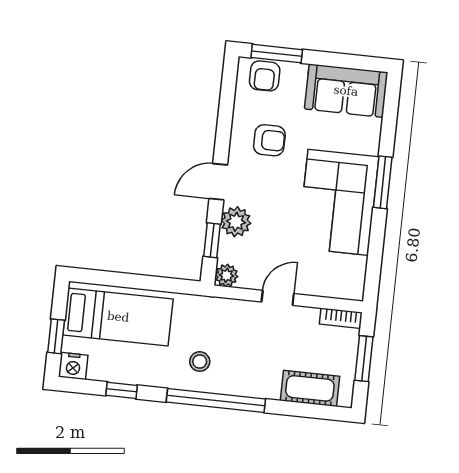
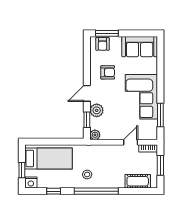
window: (383, 182) -> (160, 115), moved
door: (278, 298) -> (131, 142), moved

